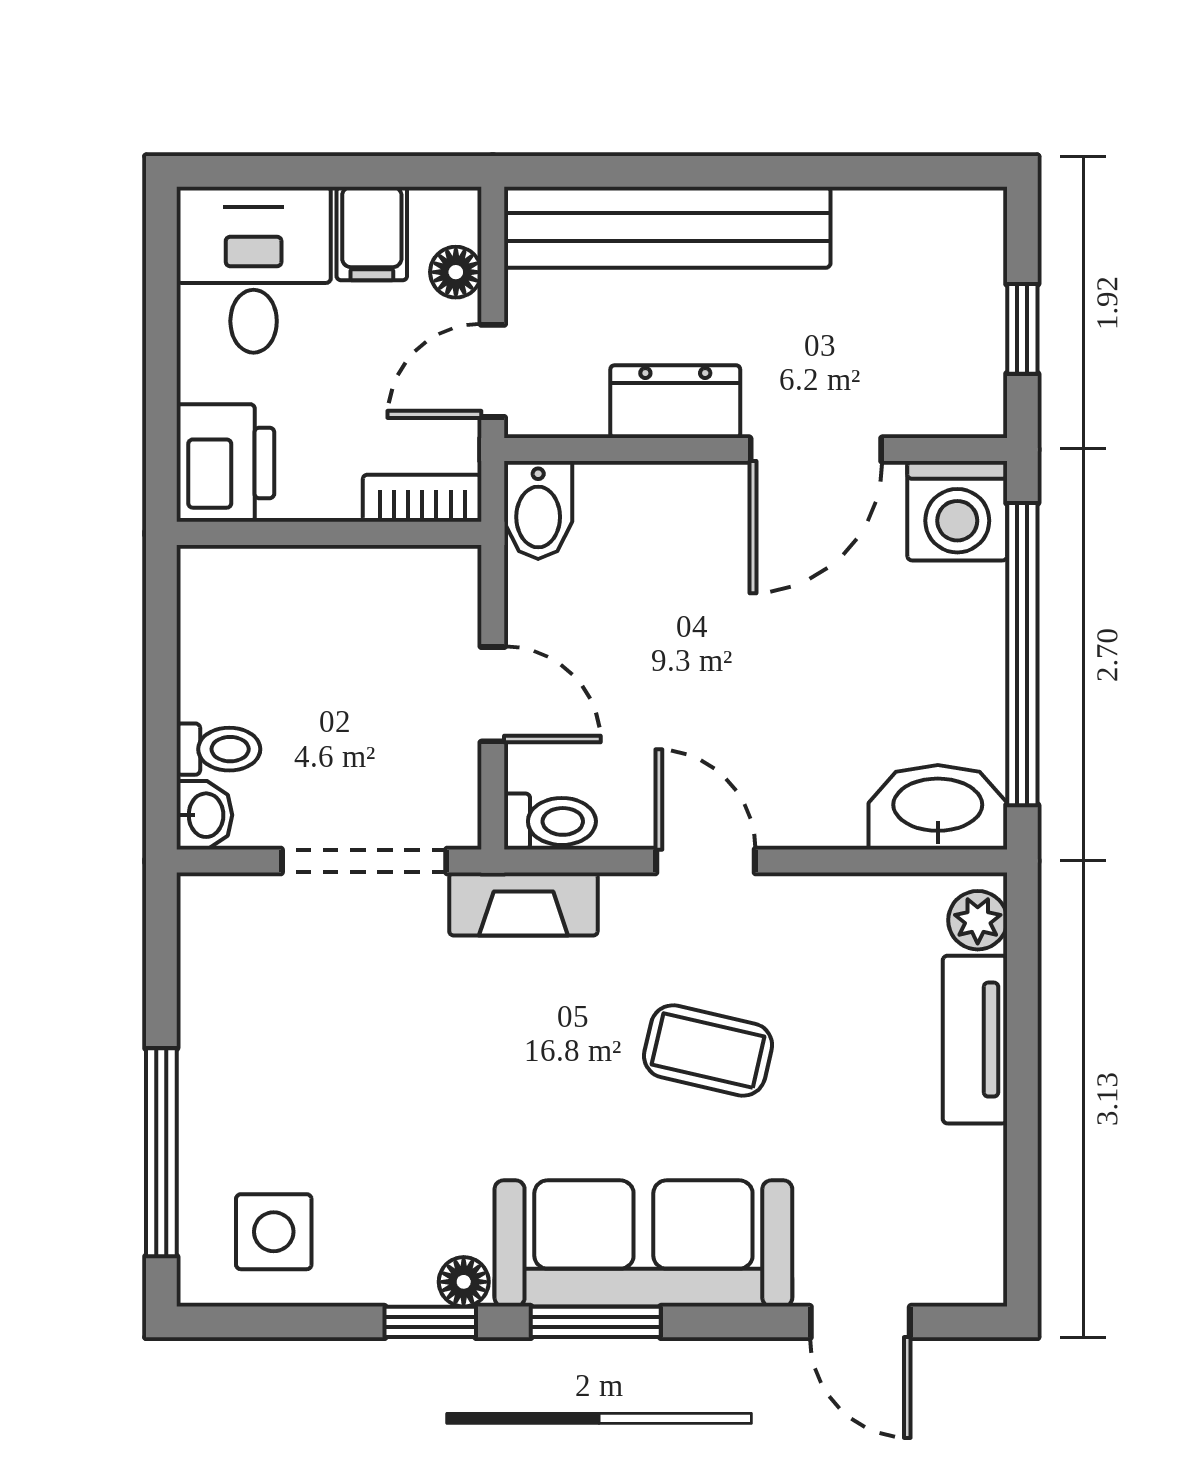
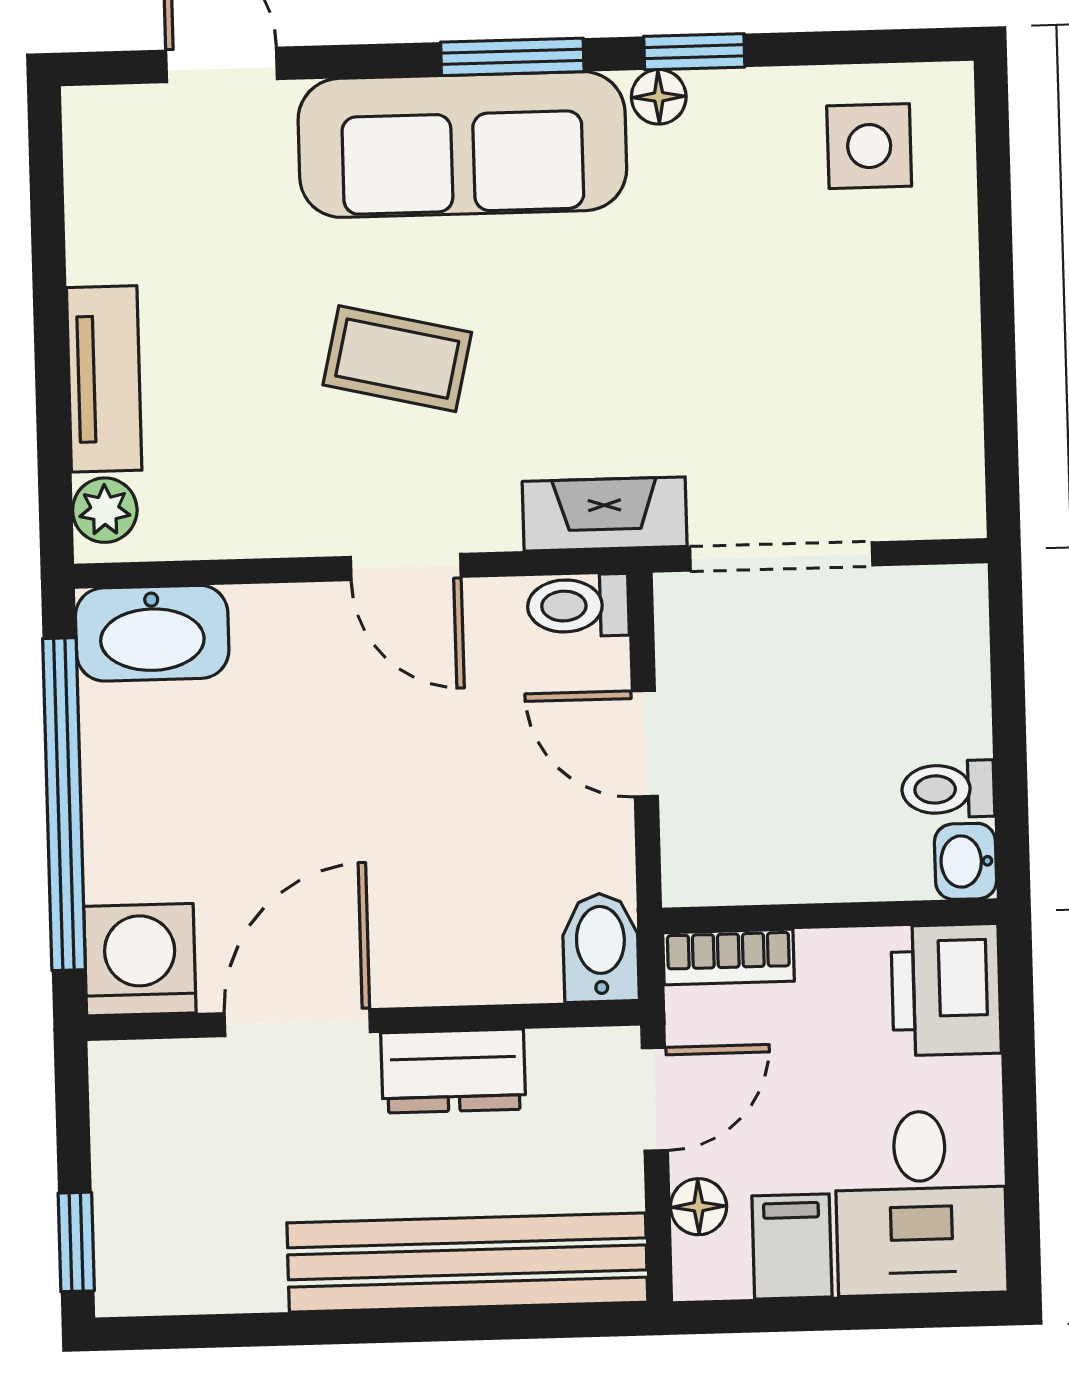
window: (1022, 329) -> (76, 1242), moved
toilet: (218, 749) -> (948, 789), moved
washbasin: (204, 815) -> (965, 861), moved
window: (161, 1152) -> (995, 230), removed

